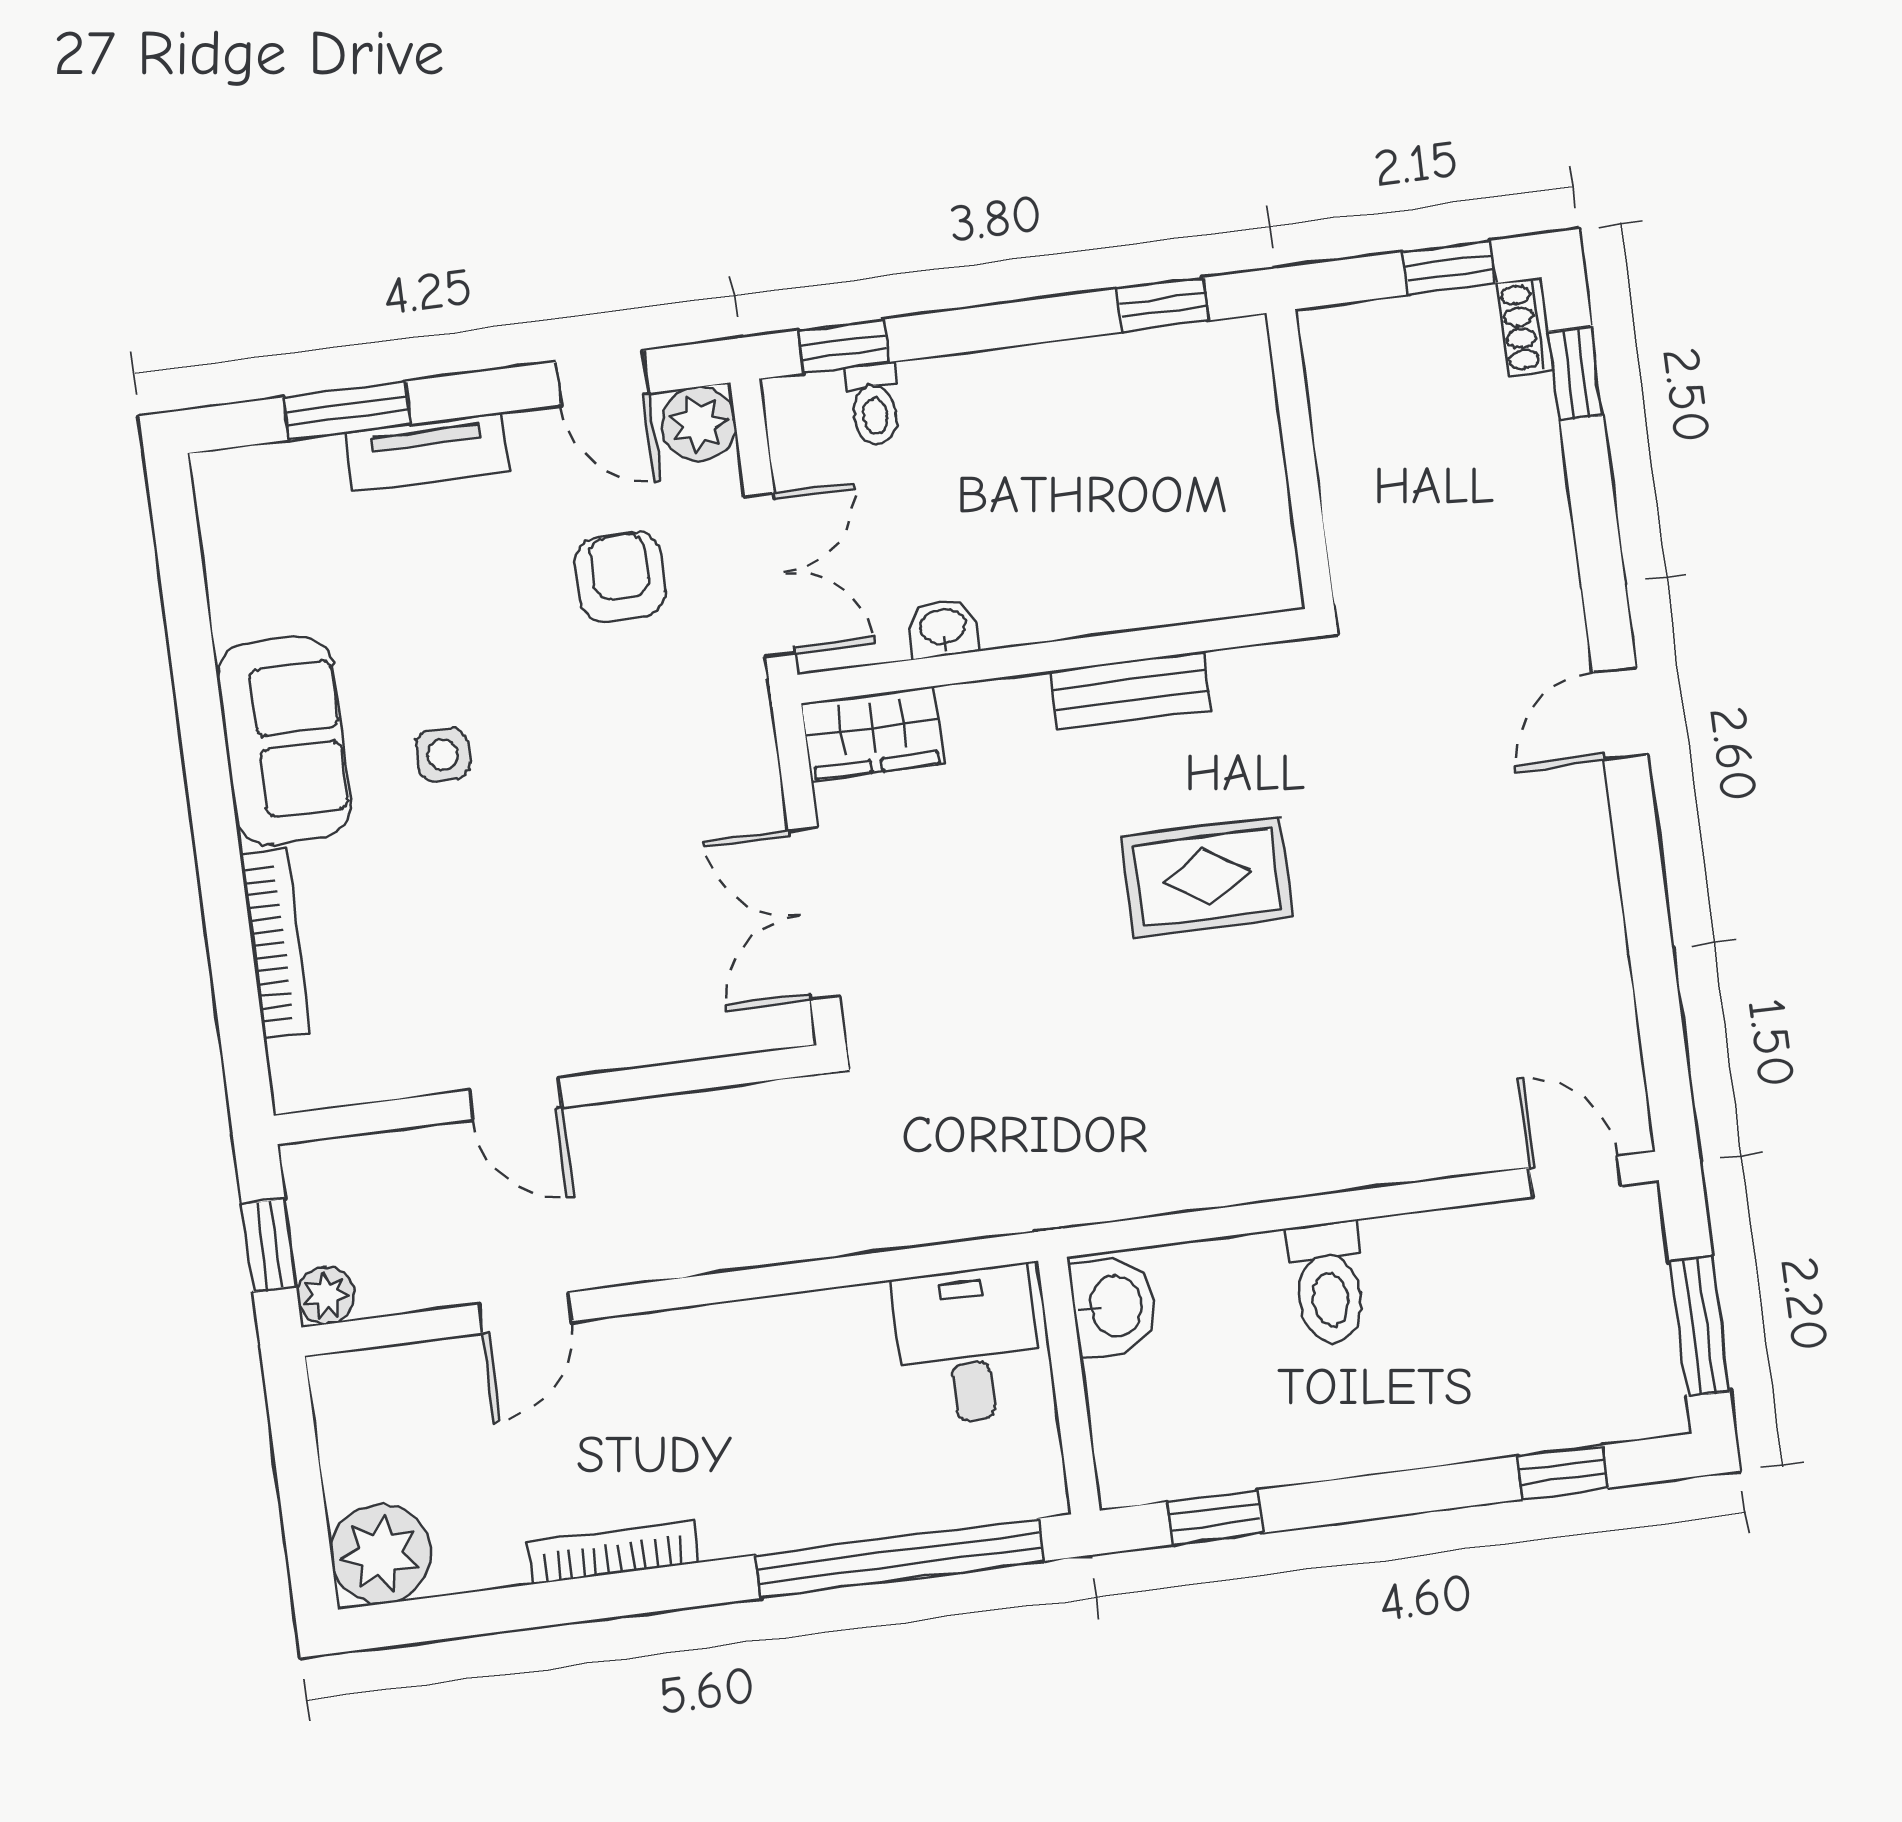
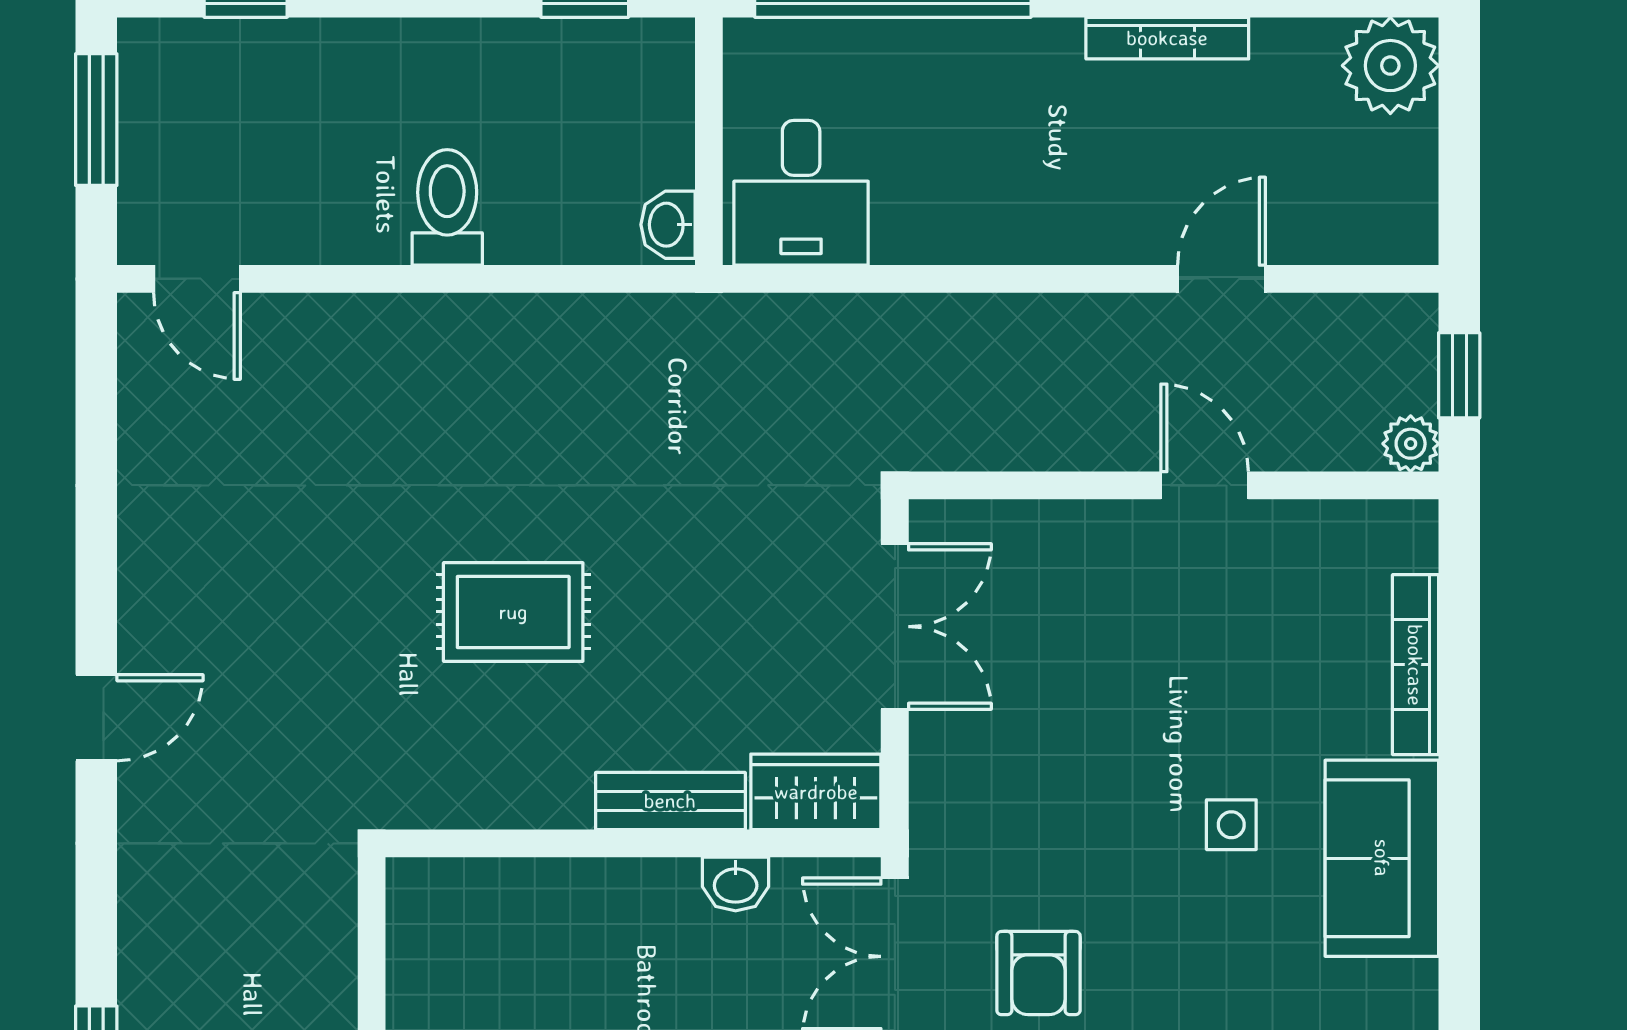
bench: (1131, 690) -> (670, 801), moved
plant: (326, 1295) -> (1411, 444), moved
washbasin: (1114, 1306) -> (668, 225), width x0.72, depth x0.69

